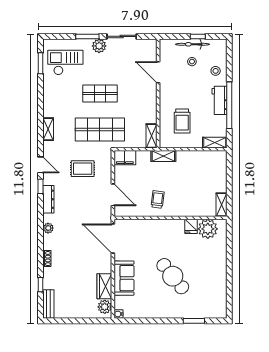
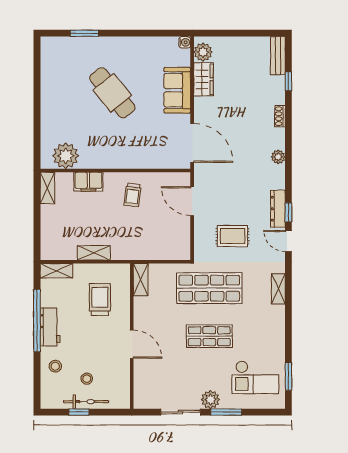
door: (158, 72) -> (132, 344), moved
shelving: (163, 156) -> (94, 253), moved
filing cabinet: (125, 158) -> (88, 182), moved, turned 180
dresser: (48, 199) -> (278, 209), moved
fridge: (191, 226) -> (88, 159), removed

